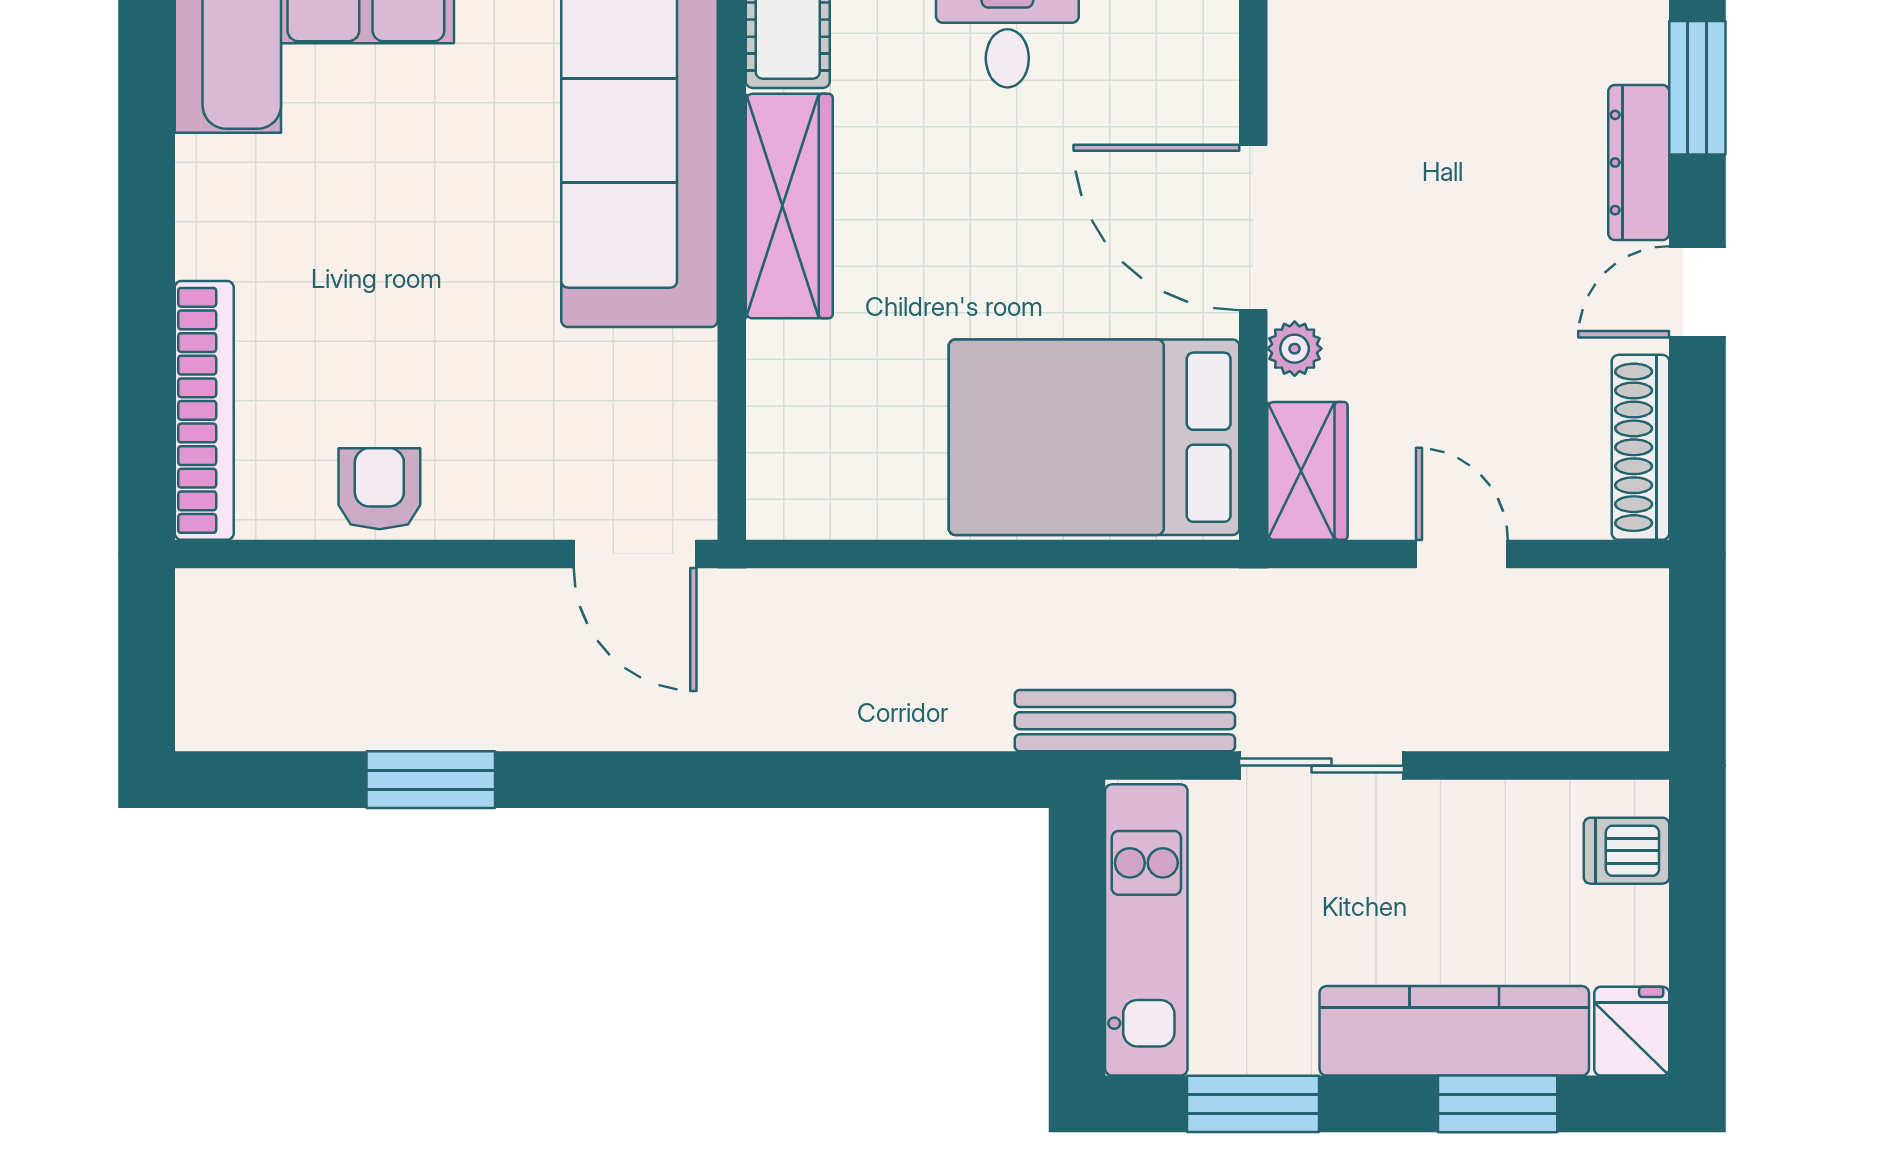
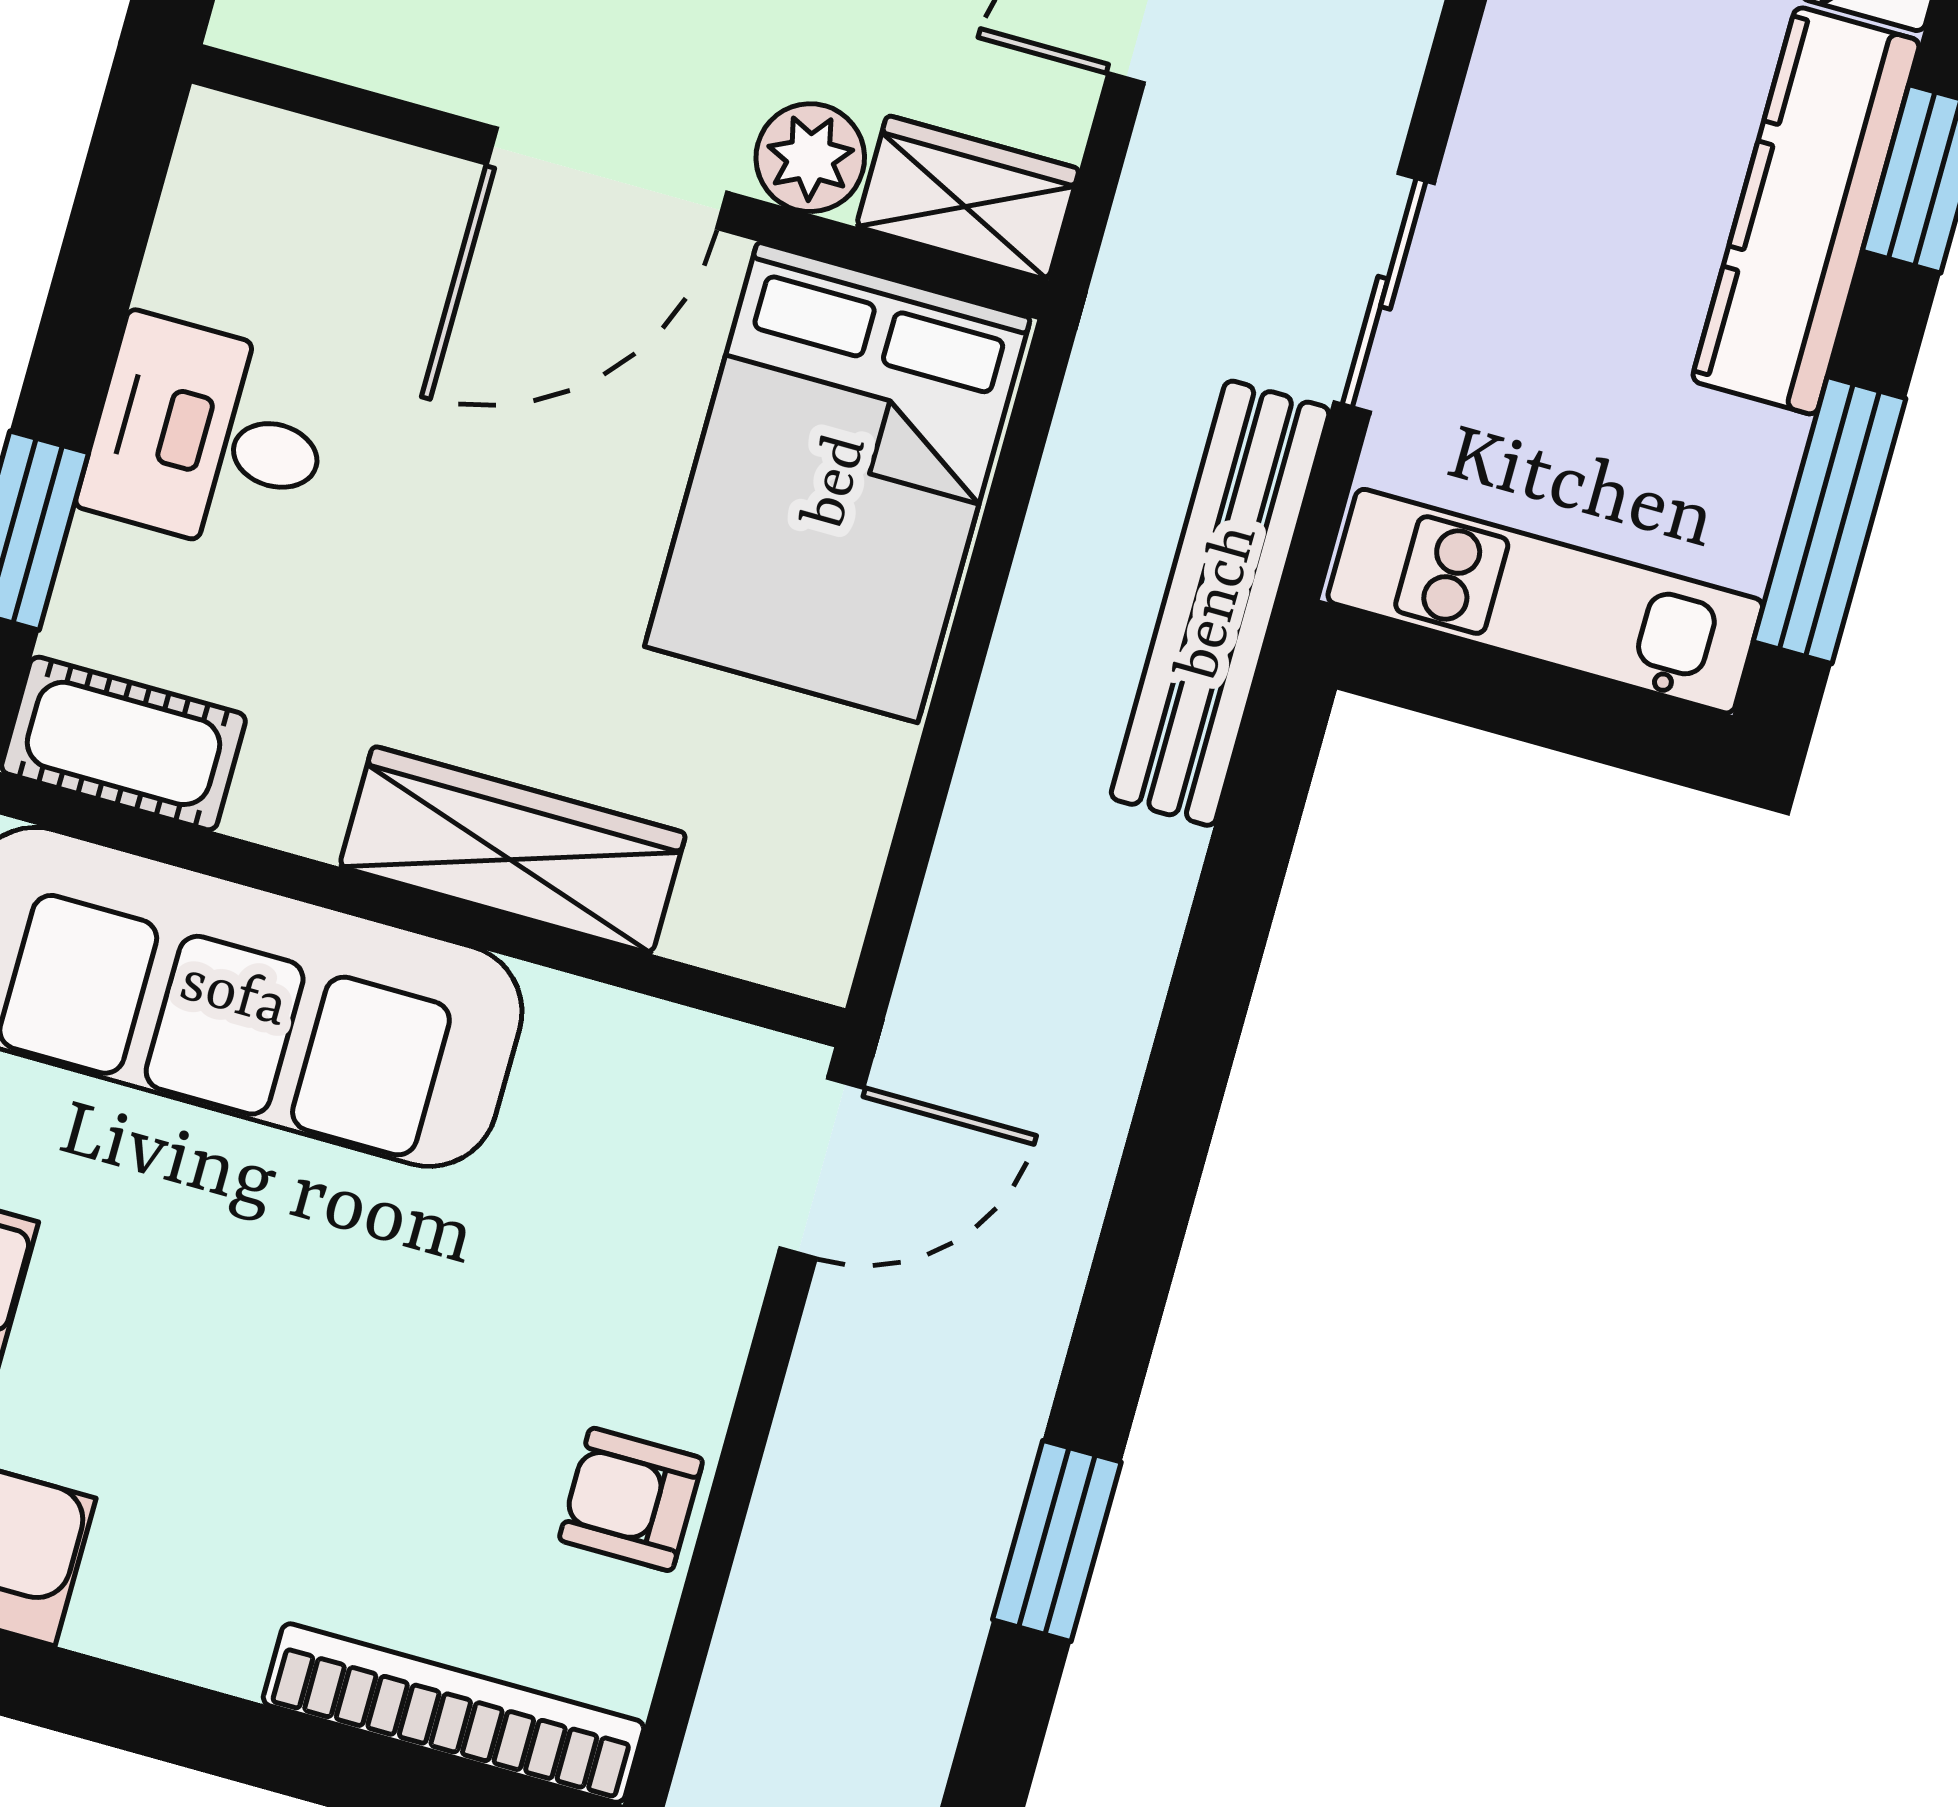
wardrobe: (789, 206) -> (513, 850), moved
plant: (1295, 349) -> (810, 158), width x1.38, depth x1.38
bench: (1125, 721) -> (1220, 603), width x1.37, depth x1.21
window: (1253, 1104) -> (1830, 520), width x1.44

